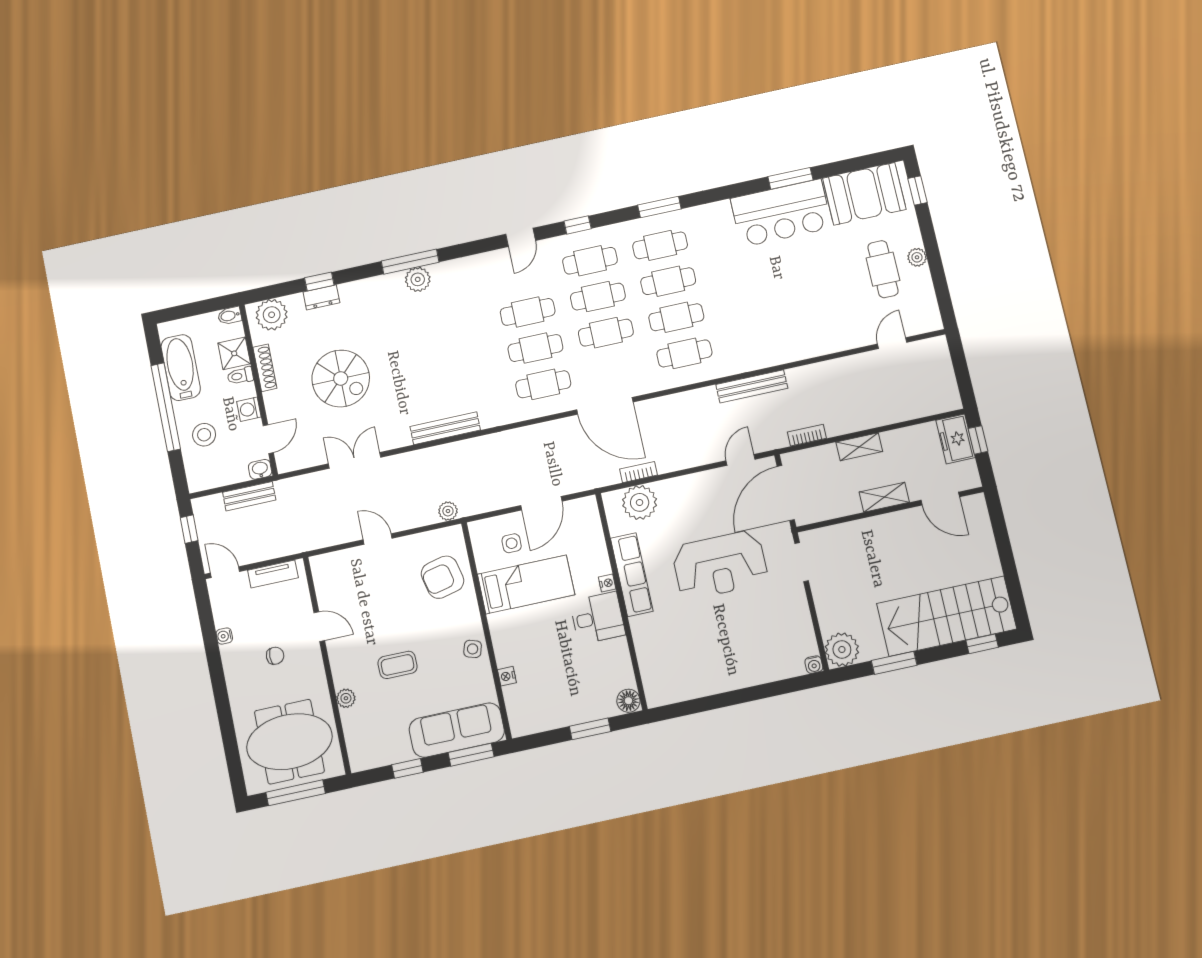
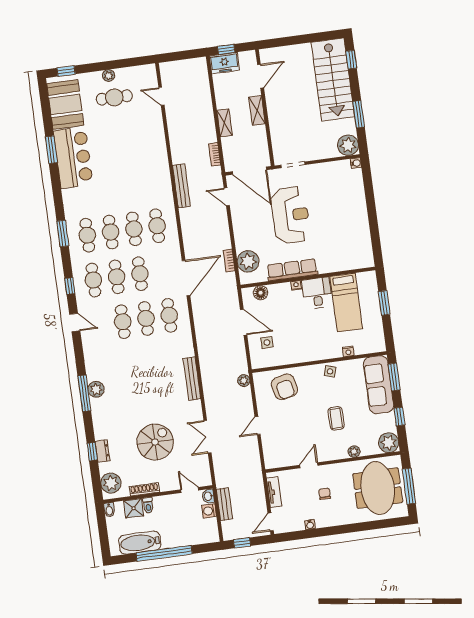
washing machine: (249, 409) -> (209, 511), moved, turned 90
stool: (204, 435) -> (184, 530), removed
bed: (526, 584) -> (346, 302), moved, turned 180
floor lamp: (628, 701) -> (261, 293), moved
plant: (364, 754) -> (389, 443), added

